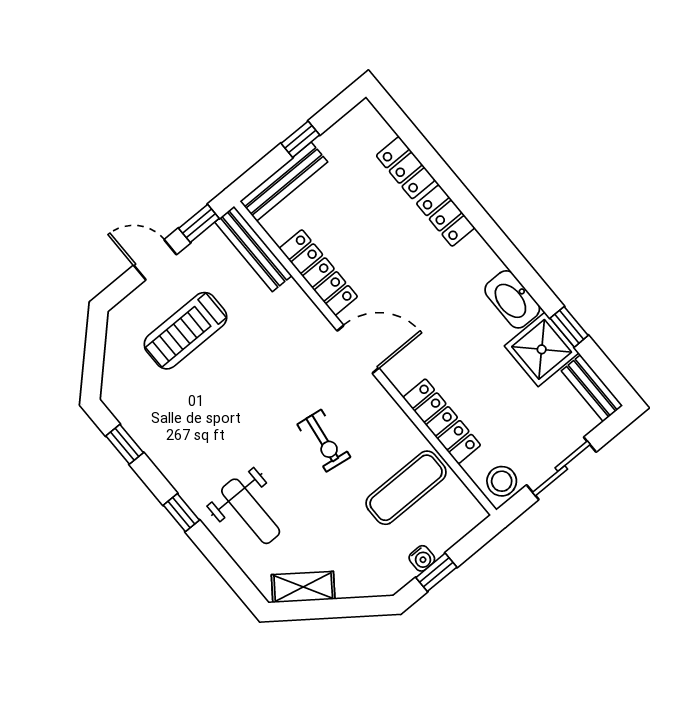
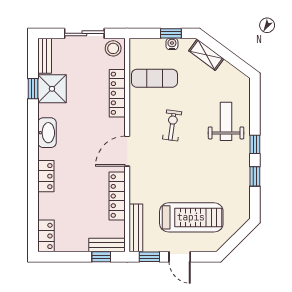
window: (300, 139) -> (101, 257), moved
locker: (406, 168) -> (46, 236), moved
bench: (284, 182) -> (107, 245), width x0.73
washbasin: (512, 299) -> (47, 133), moved
treadmill: (185, 331) -> (191, 217), width x1.37, depth x1.38
door: (358, 349) -> (127, 151), hinge flipped
window: (125, 444) -> (255, 176), moved
shelving: (303, 587) -> (206, 55), moved

